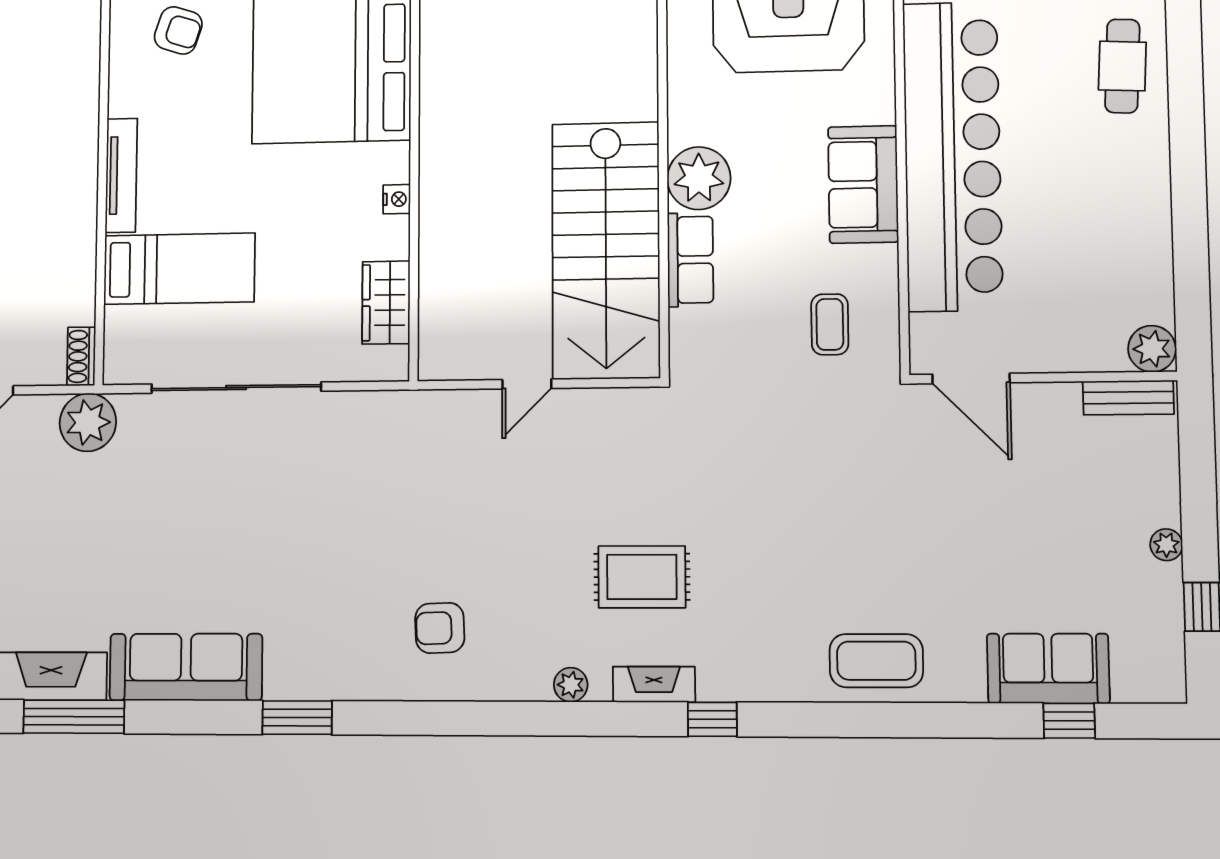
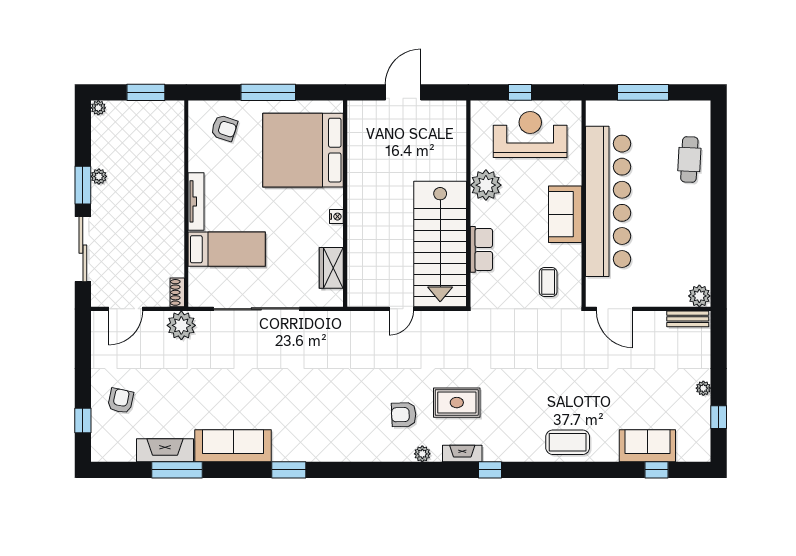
plant: (699, 178) -> (486, 185), moved
armchair: (440, 628) -> (404, 415), moved

